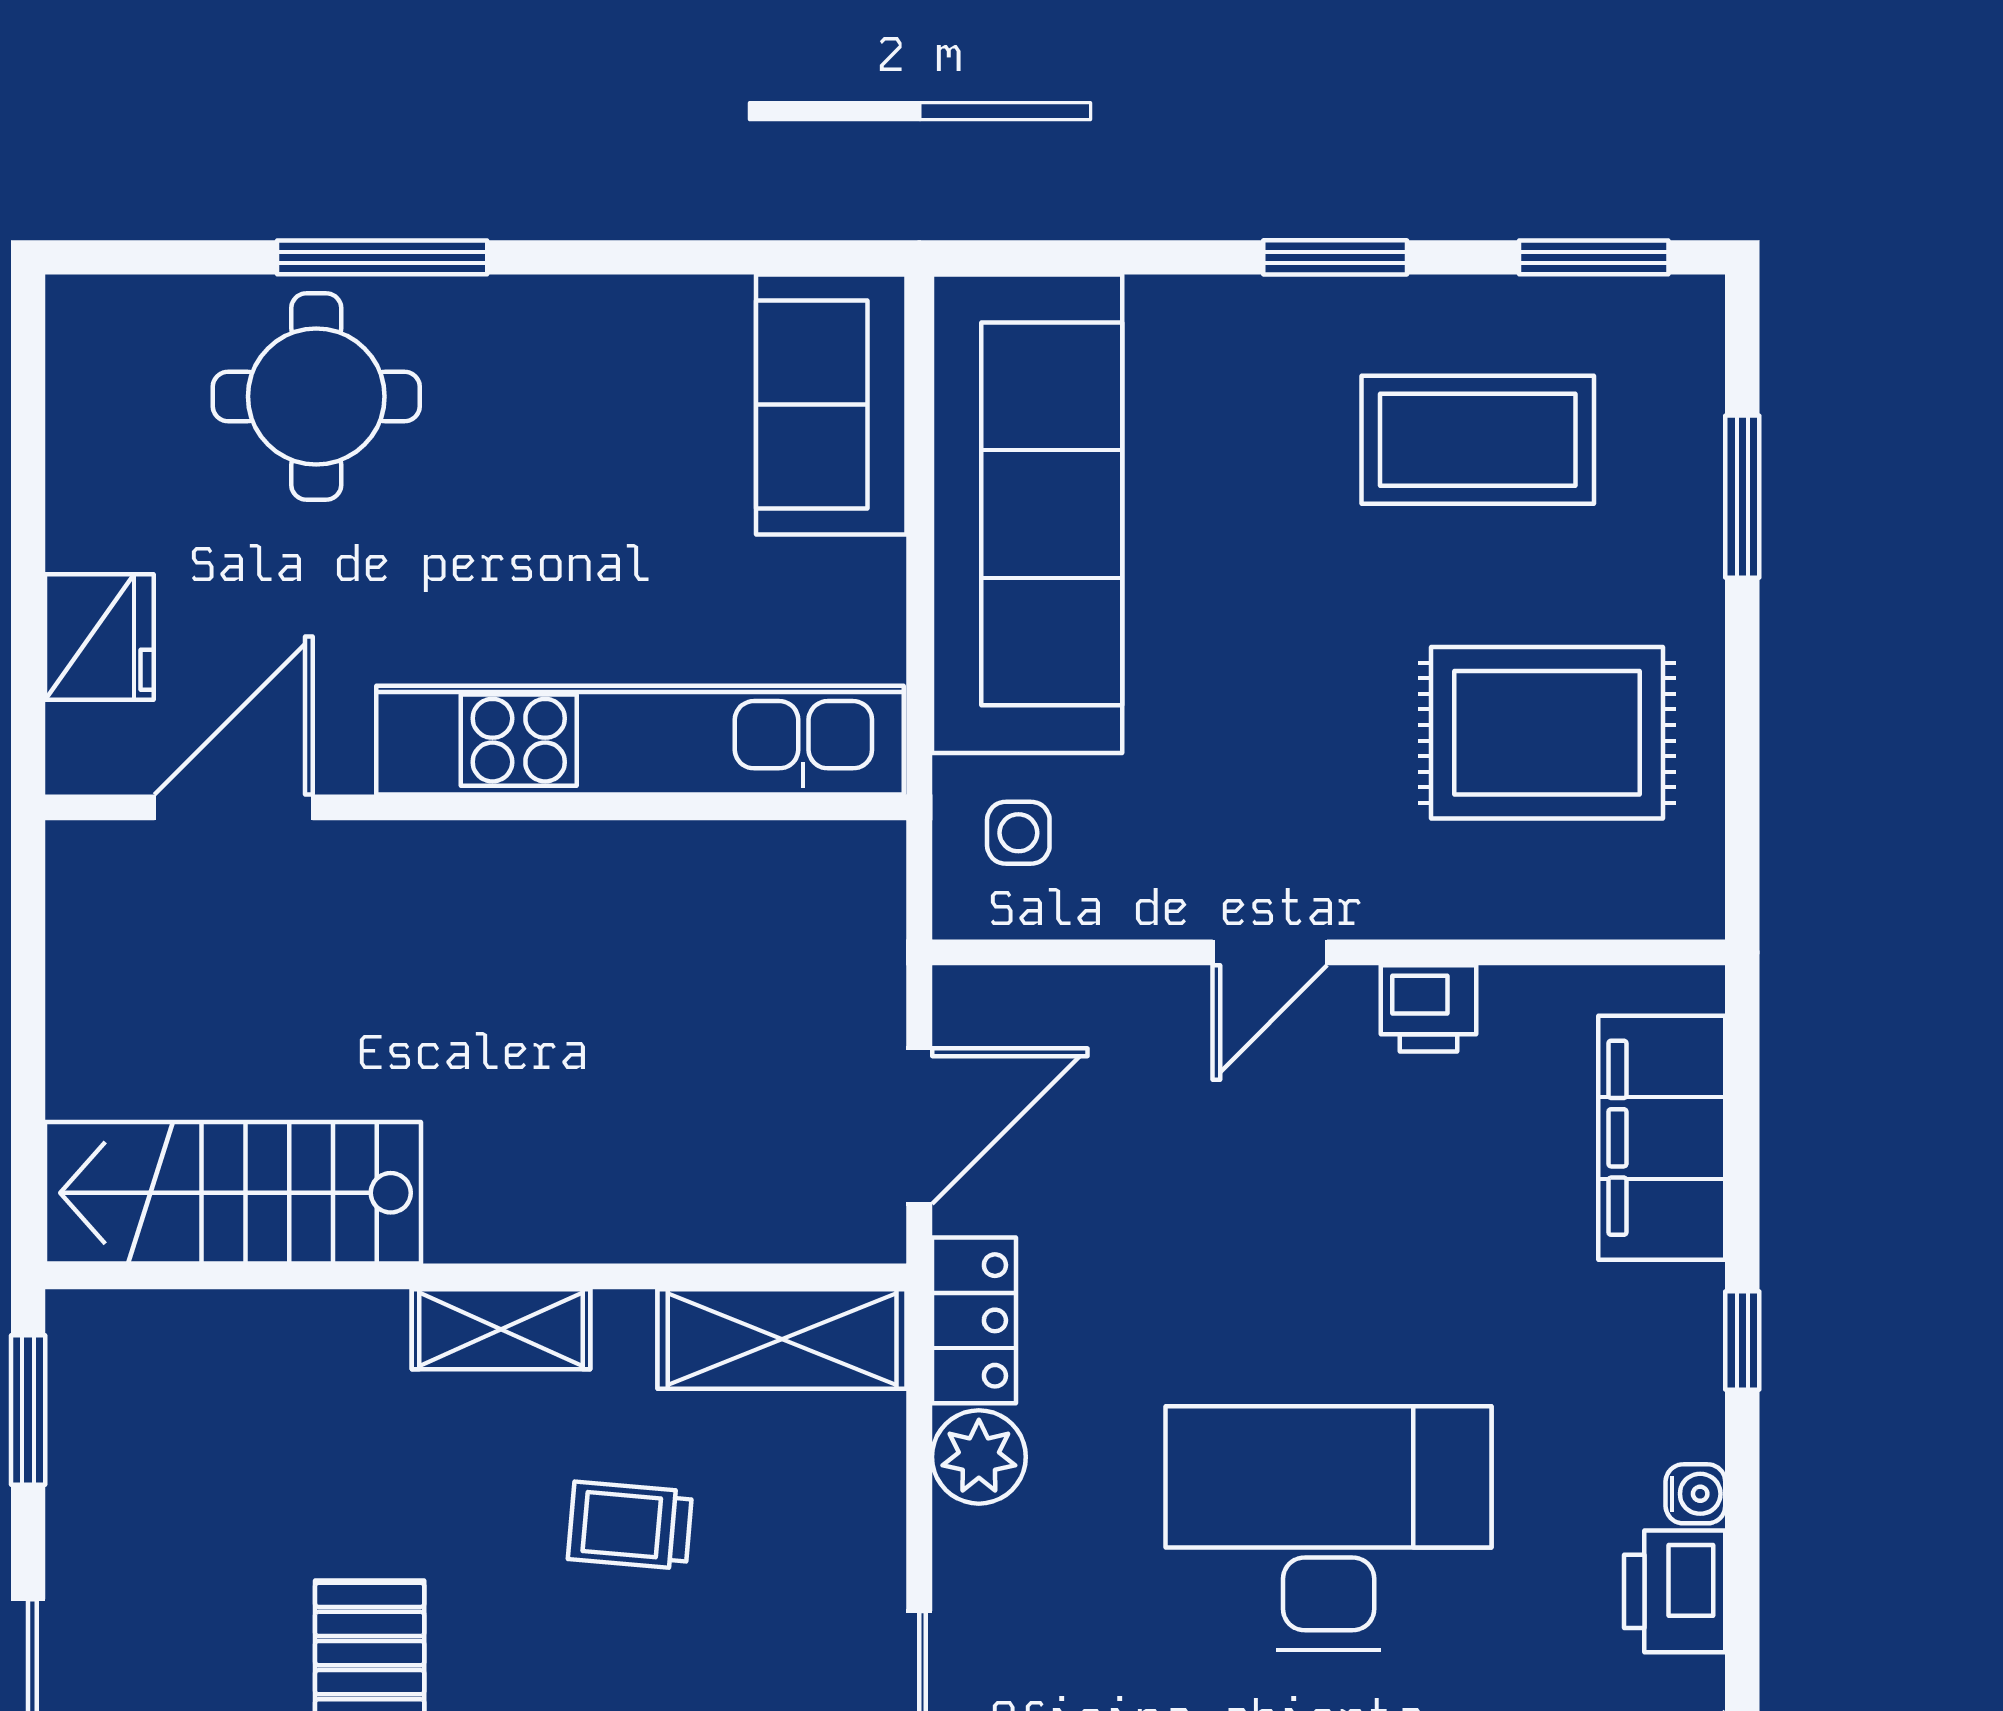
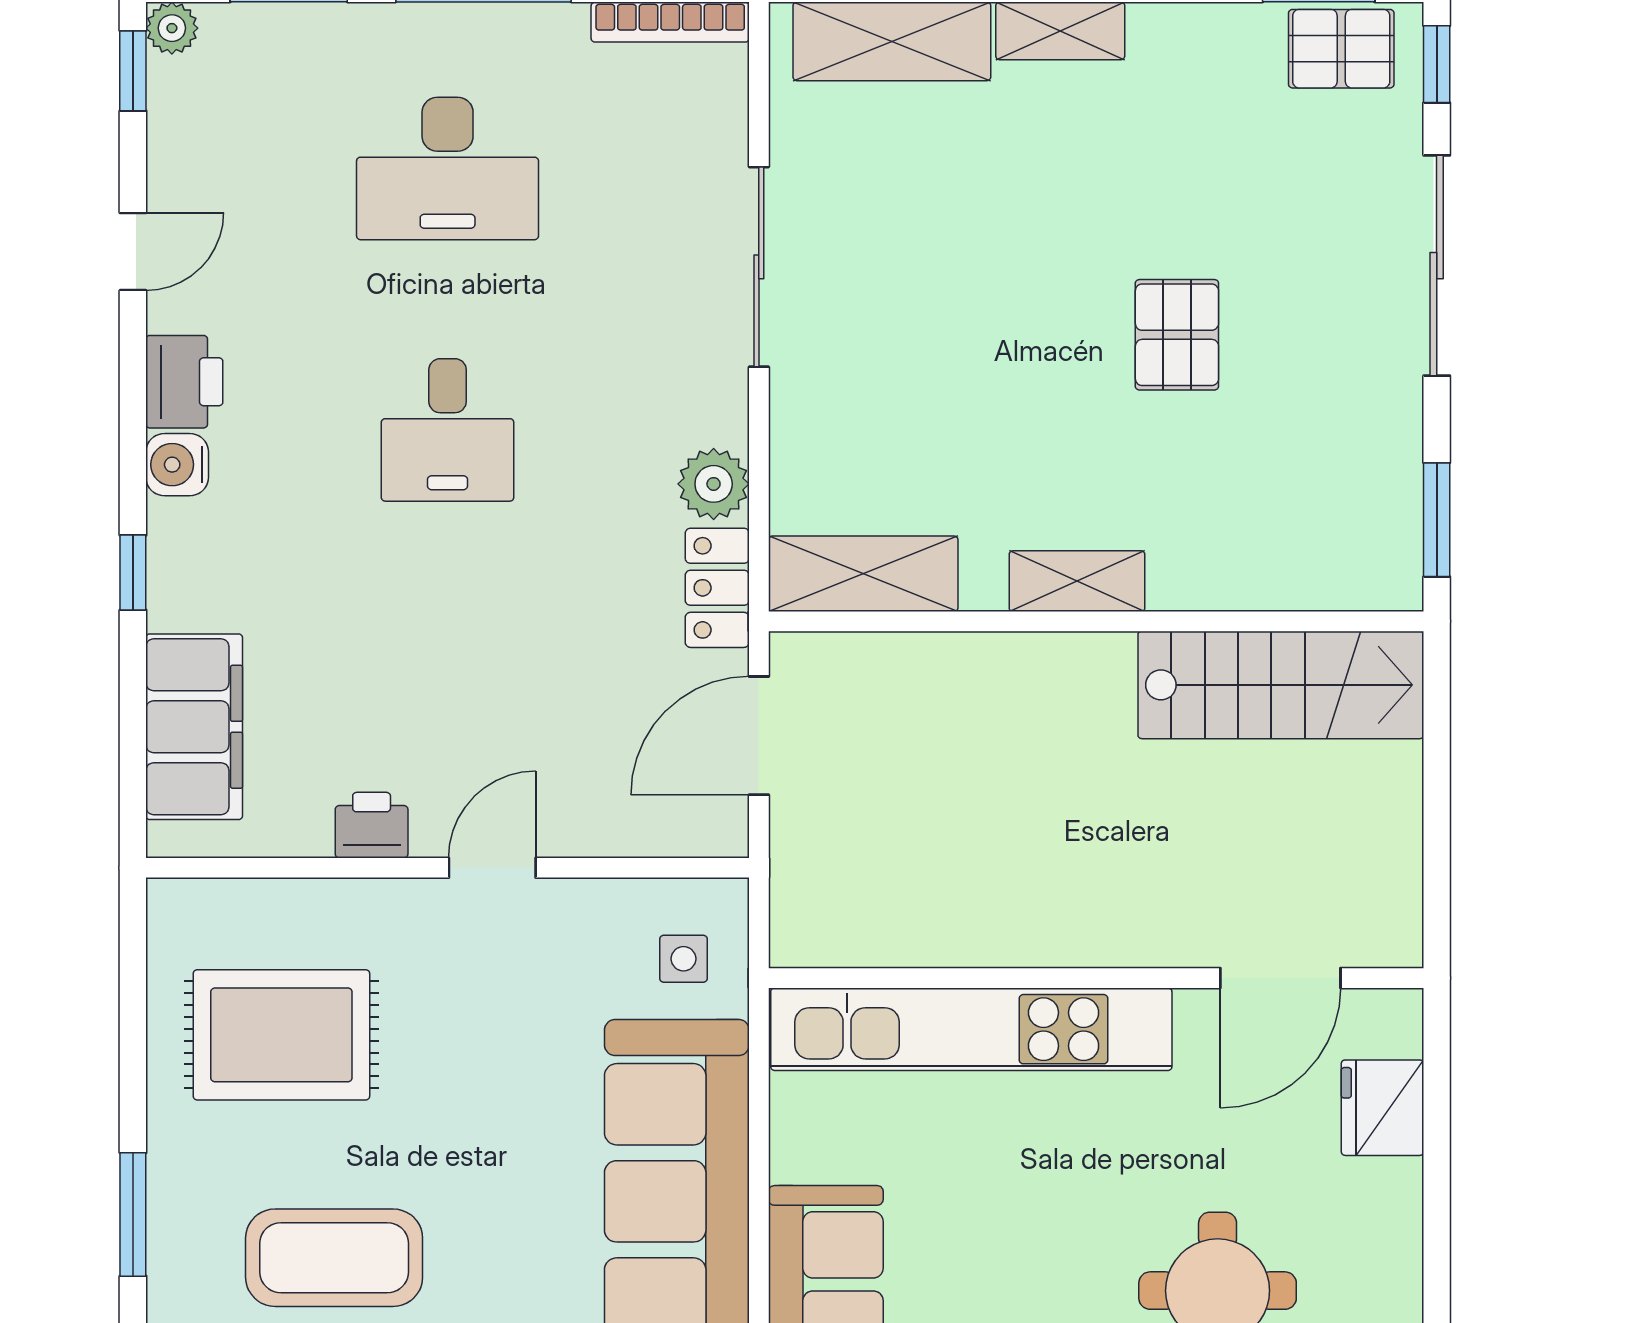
water cooler: (1695, 1494) -> (177, 465), width x1.38, depth x1.38
trolley: (630, 1525) -> (979, 432), removed
desk: (1329, 1528) -> (448, 430), width x0.53, depth x0.77

